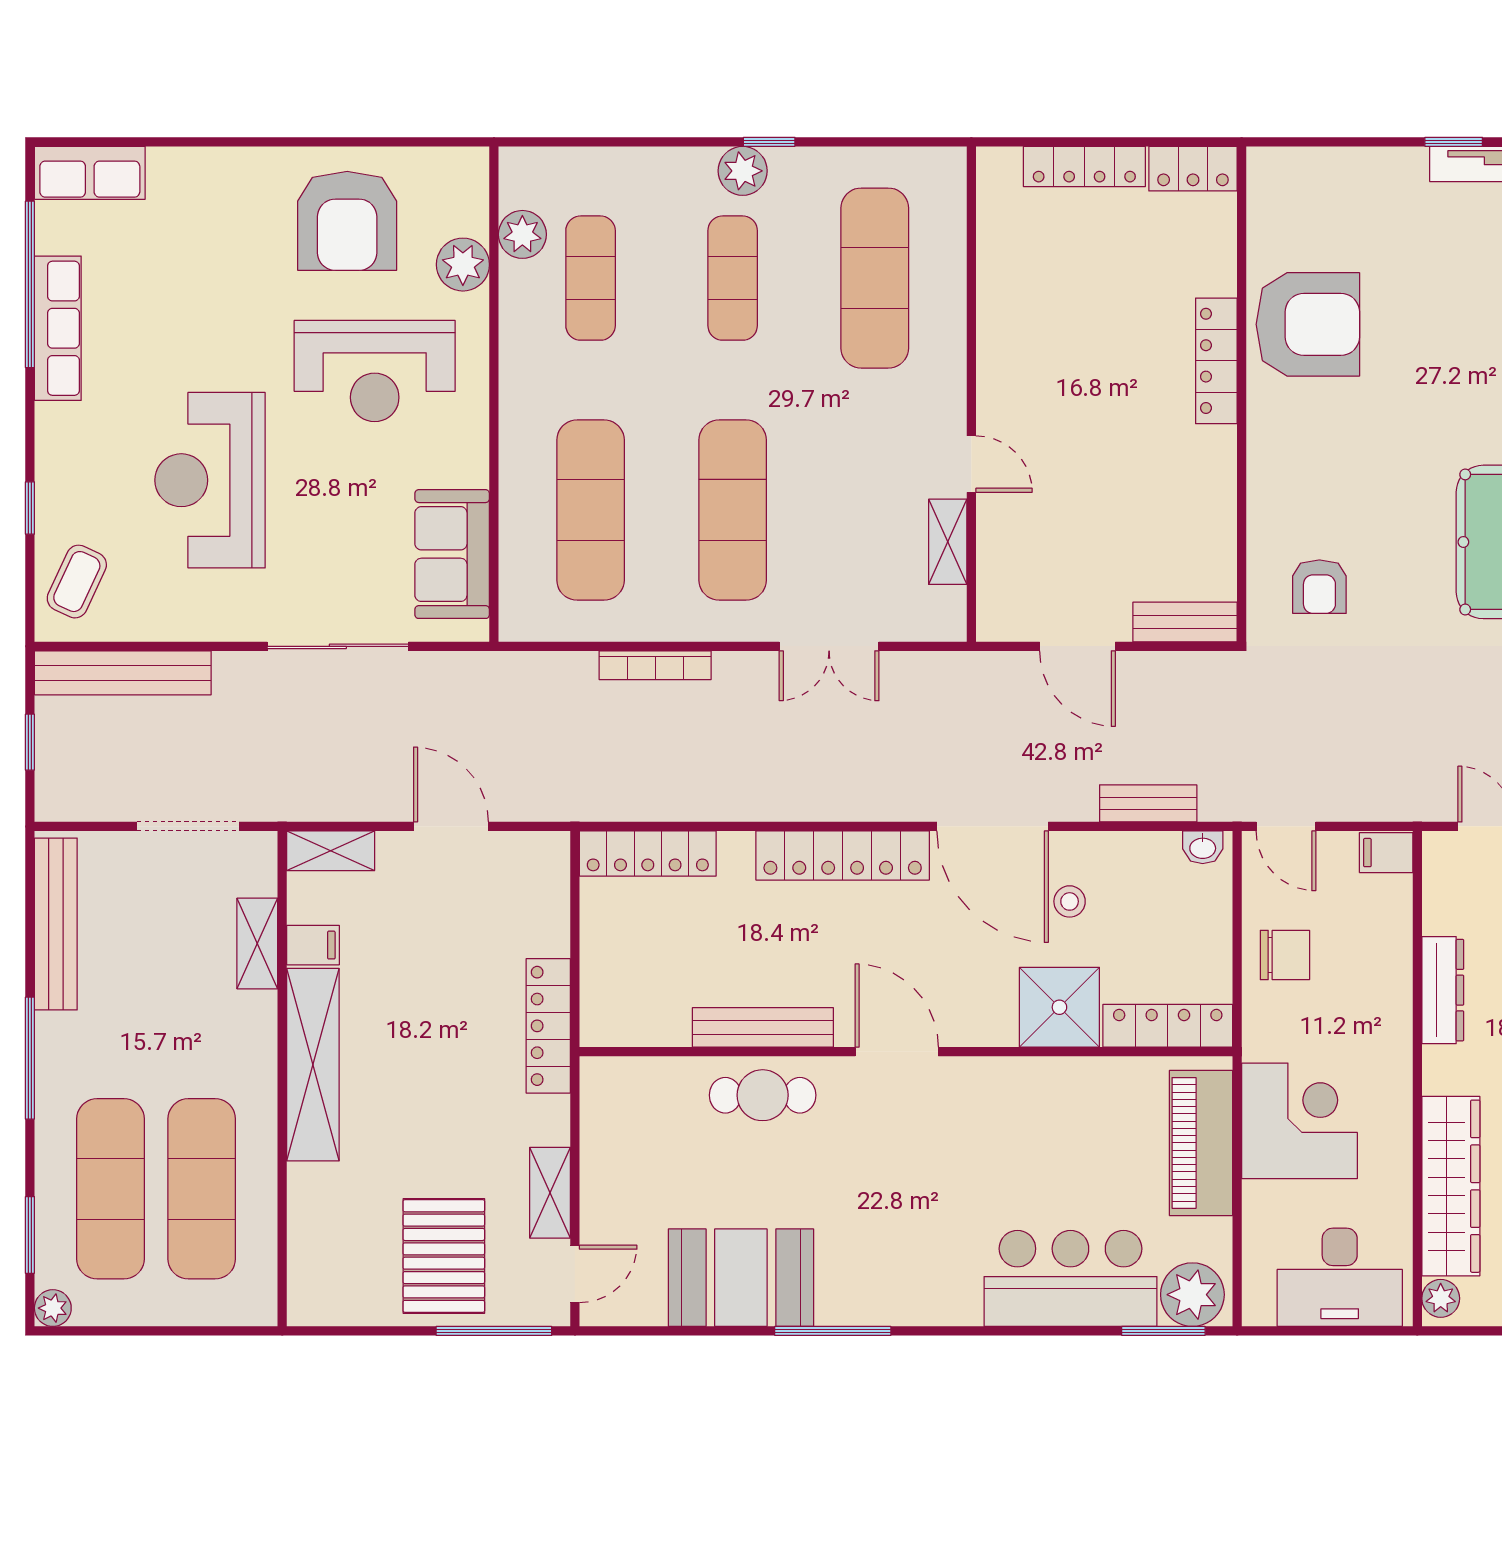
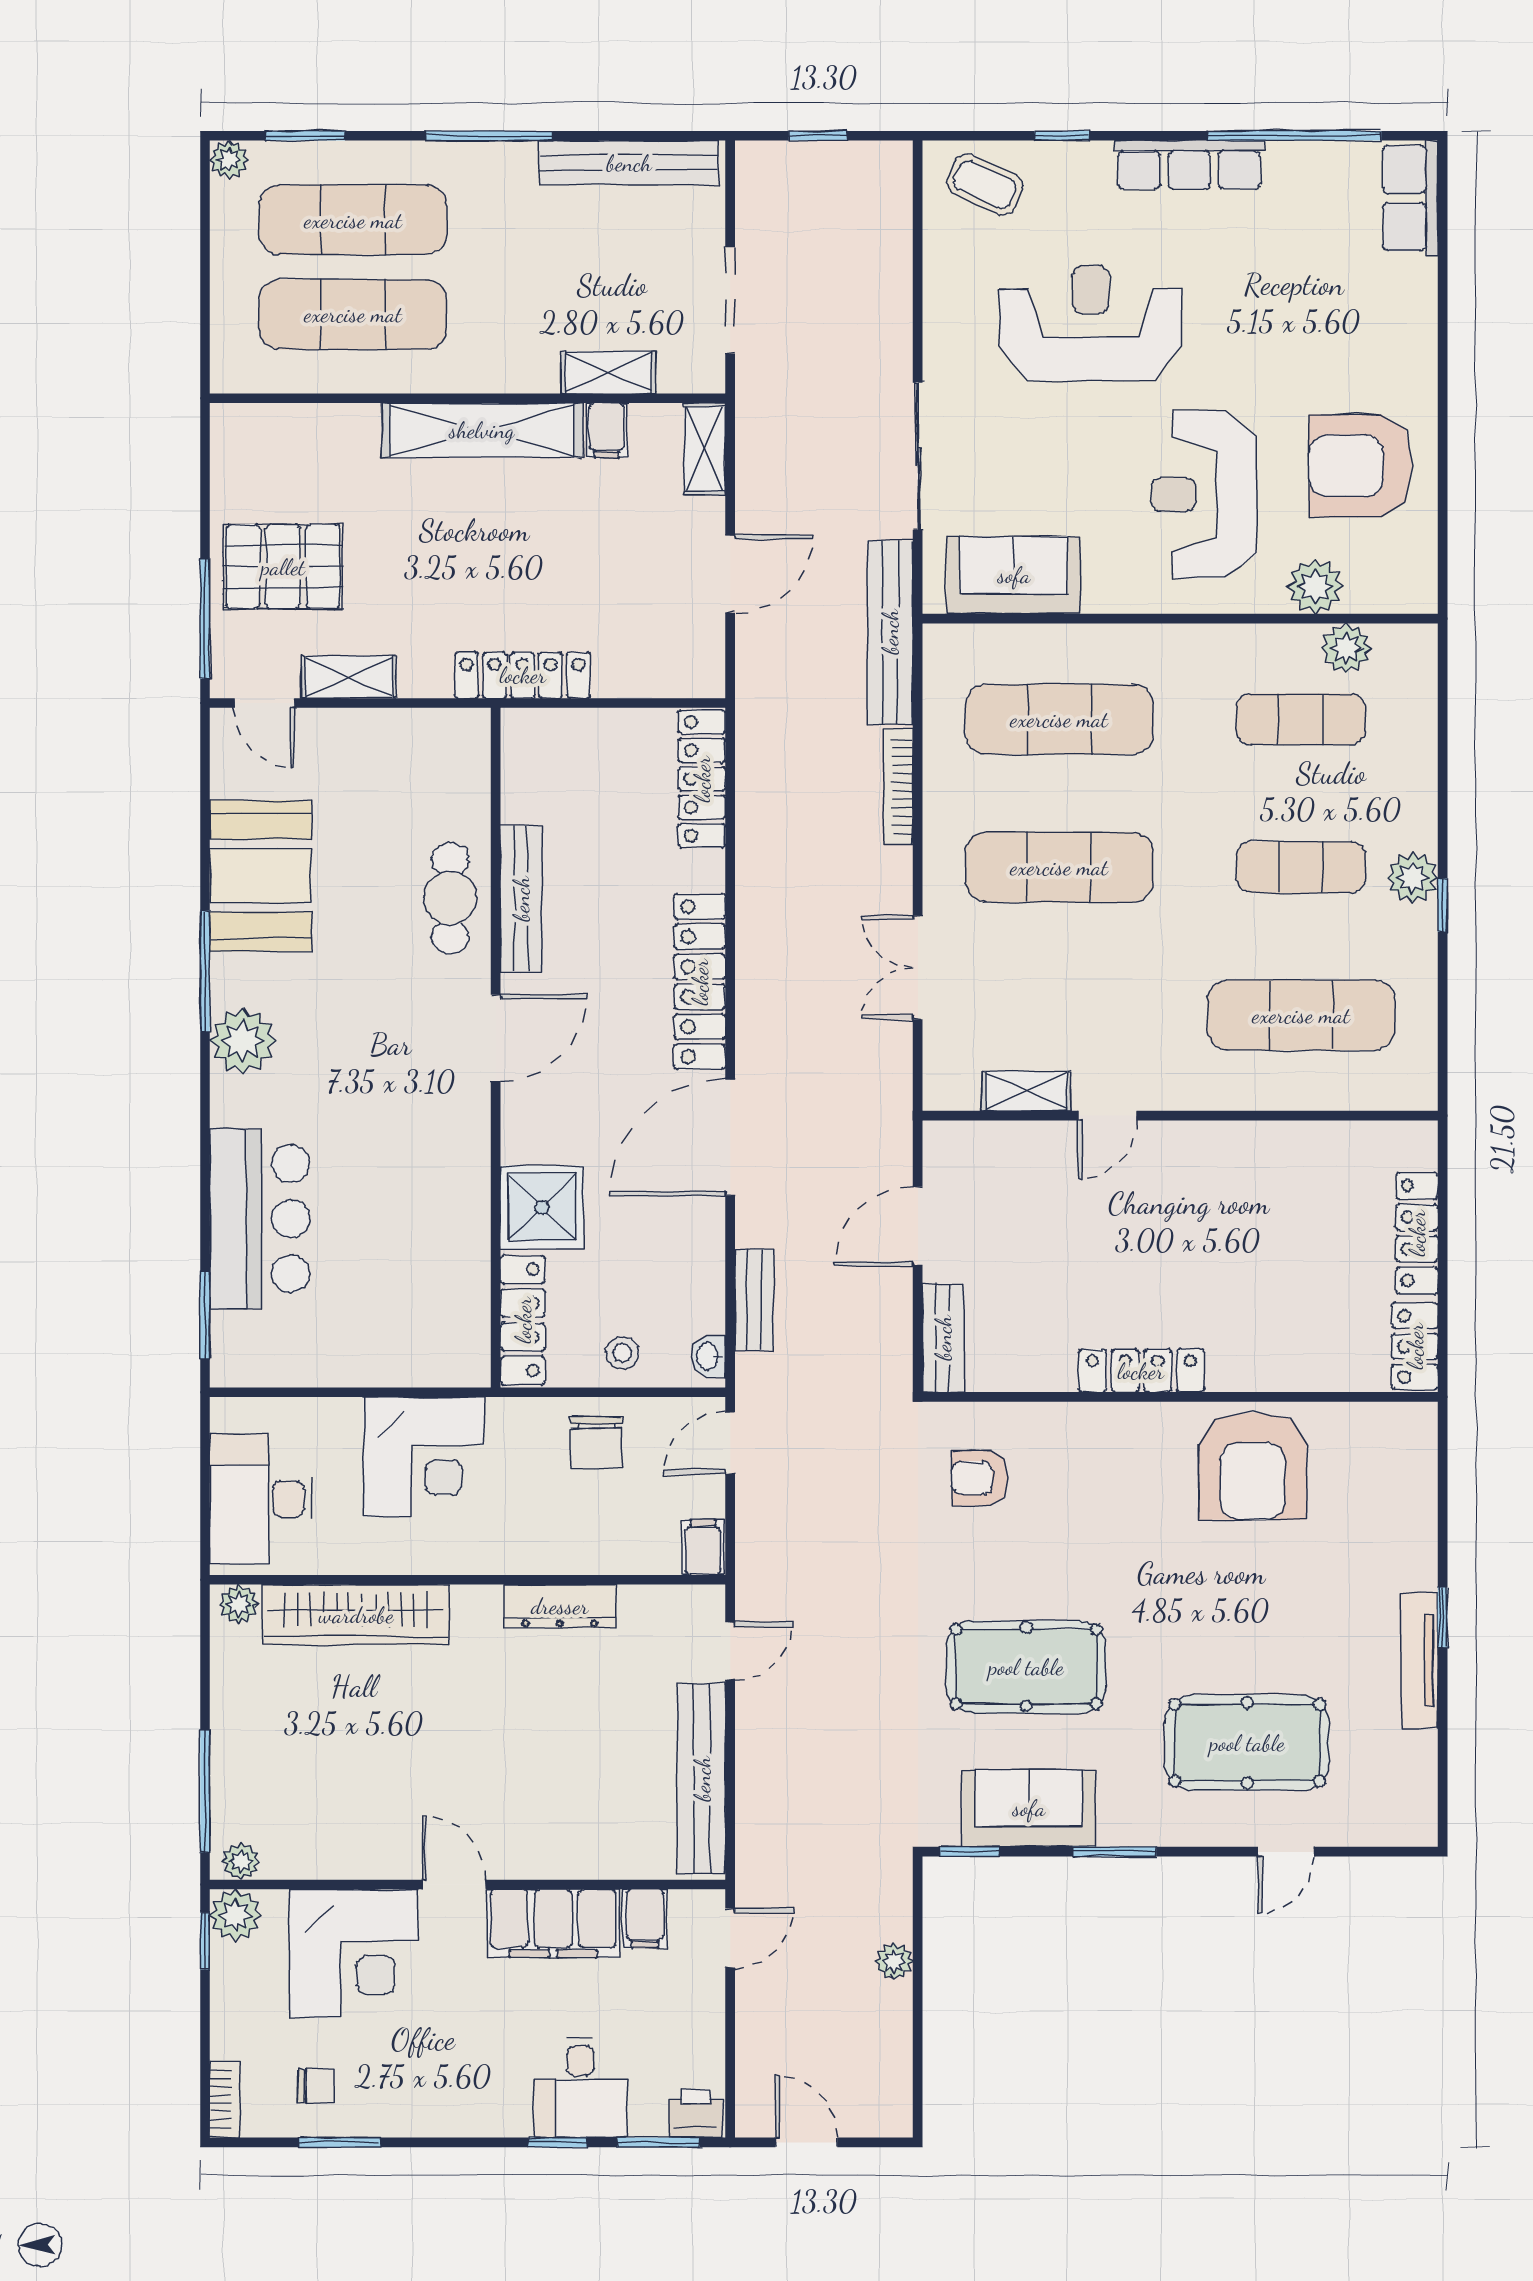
row of seats: (58, 328) -> (1189, 165), moved
locker: (1216, 361) -> (1141, 1371), moved
bench: (123, 673) -> (890, 632), moved
stool: (1070, 901) -> (622, 1353), moved
piano: (1201, 1143) -> (401, 1355), removed
plant: (1192, 1295) -> (243, 1041), moved

